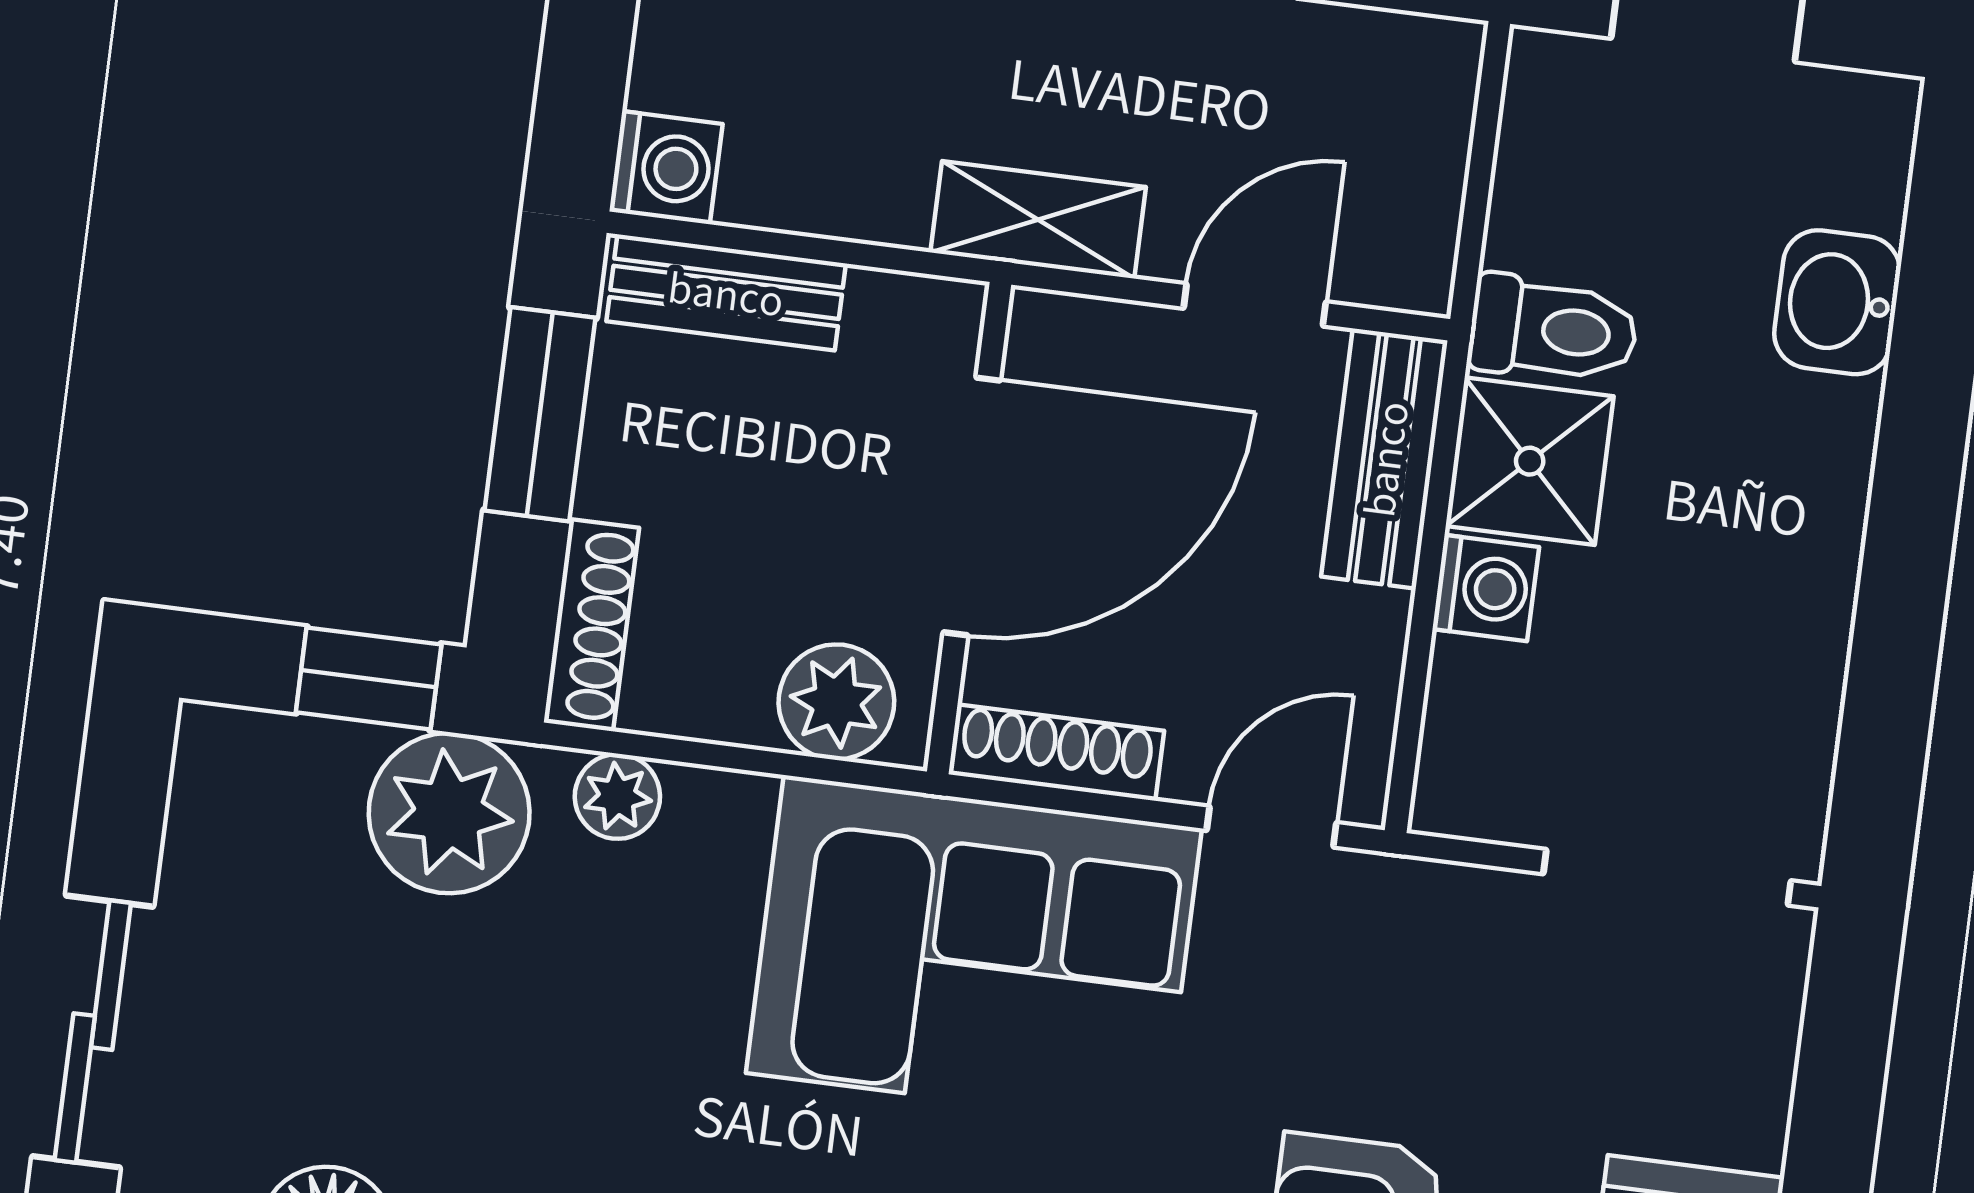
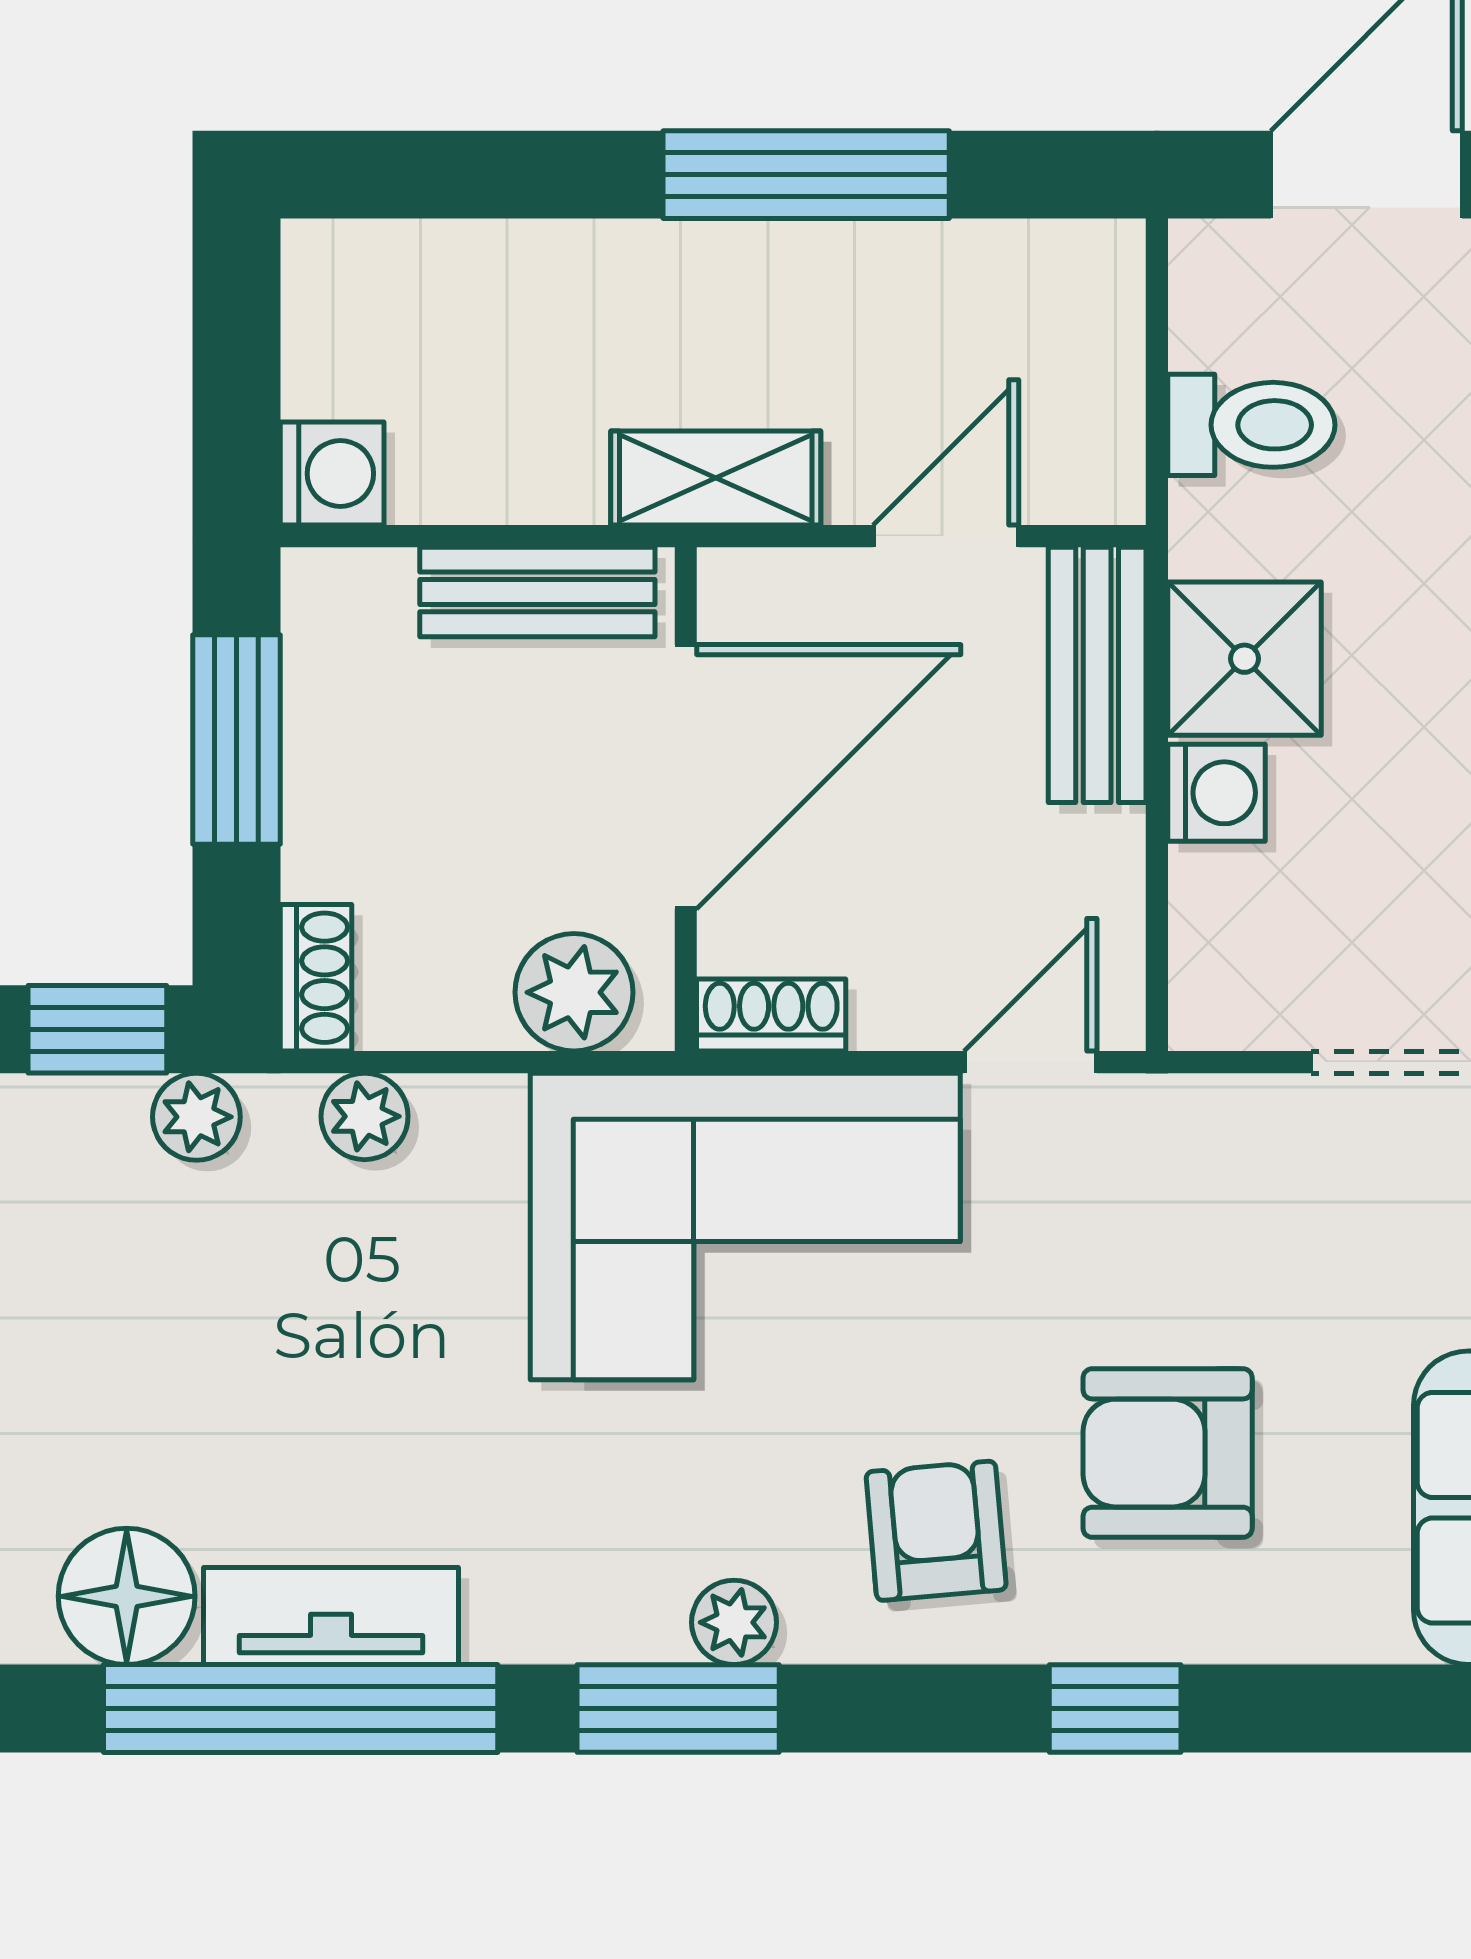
bench: (726, 292) -> (537, 592), moved
toilet: (1553, 330) -> (1251, 425), moved
shoe rack: (591, 625) -> (316, 978), width x0.70
shoe rack: (1056, 752) -> (771, 1015), width x0.70
plant: (449, 813) -> (196, 1117), width x0.53, depth x0.53

